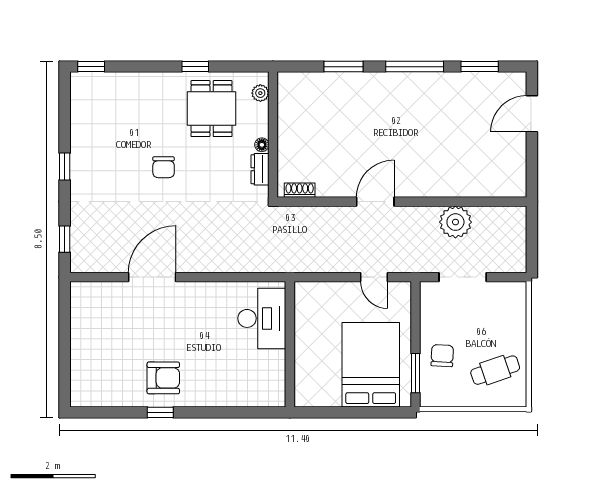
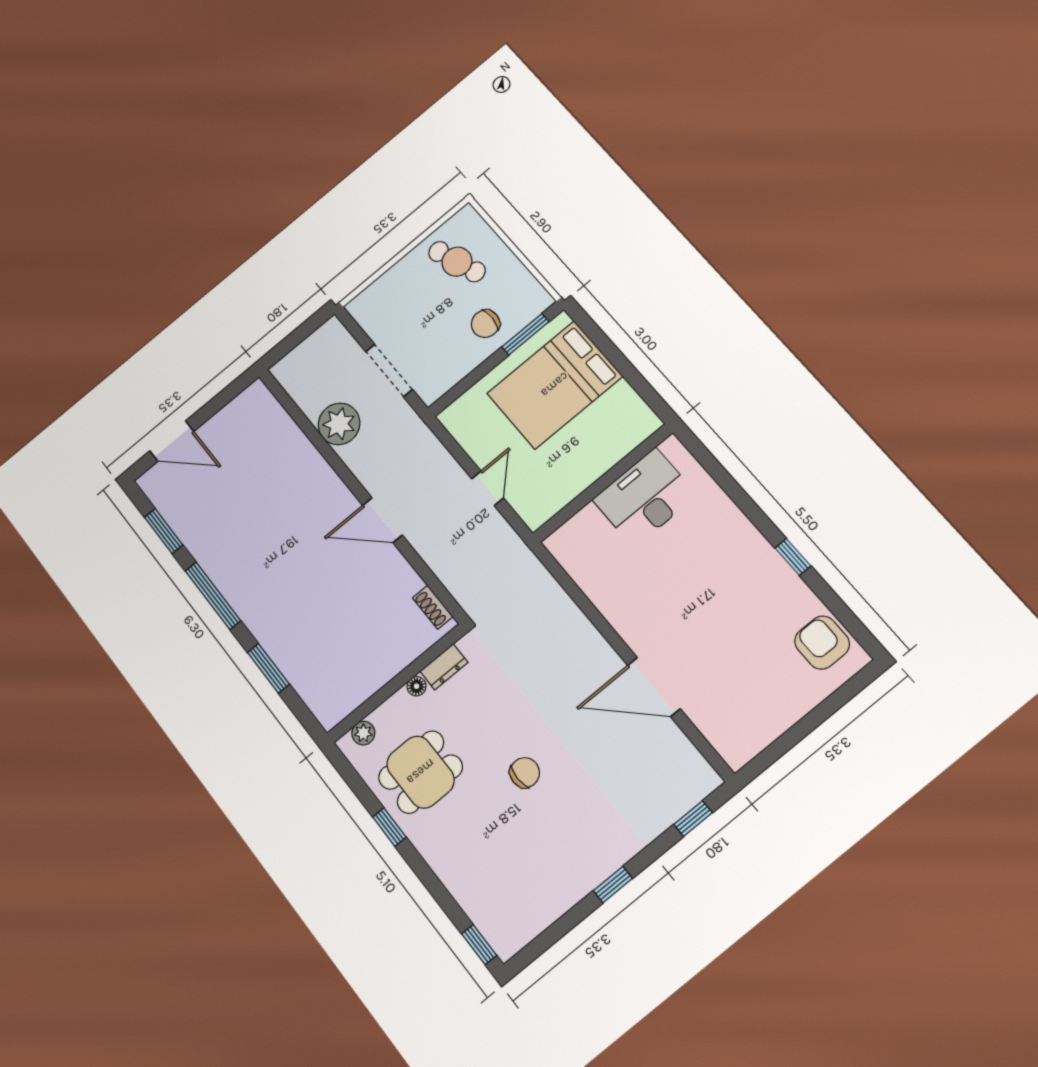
door: (374, 277) -> (488, 488), moved
desk: (262, 318) -> (645, 497), moved
armchair: (163, 378) -> (822, 643), moved

